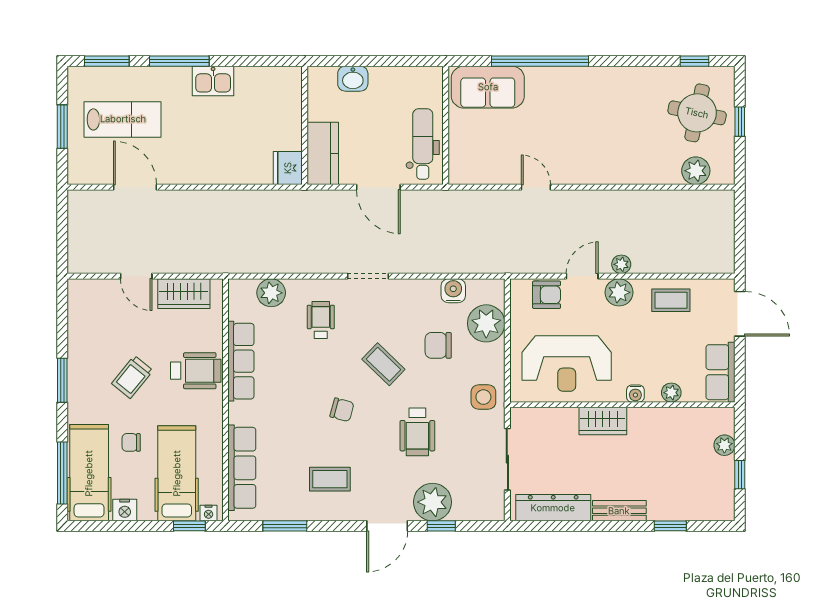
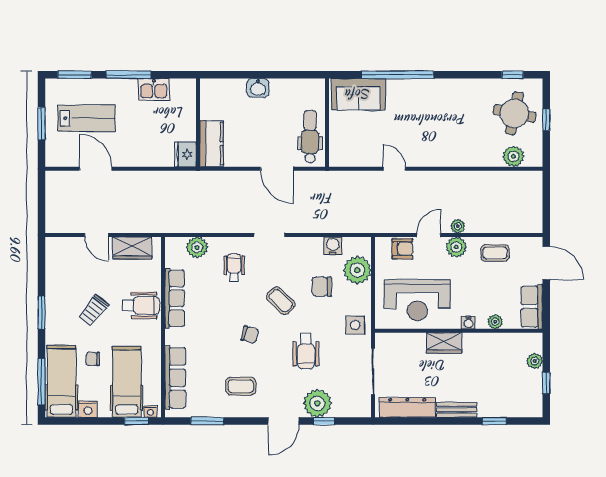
wall: (305, 125) -> (198, 123), moved
kitchen counter: (323, 153) -> (212, 144), moved
fridge: (288, 168) -> (186, 154), moved

